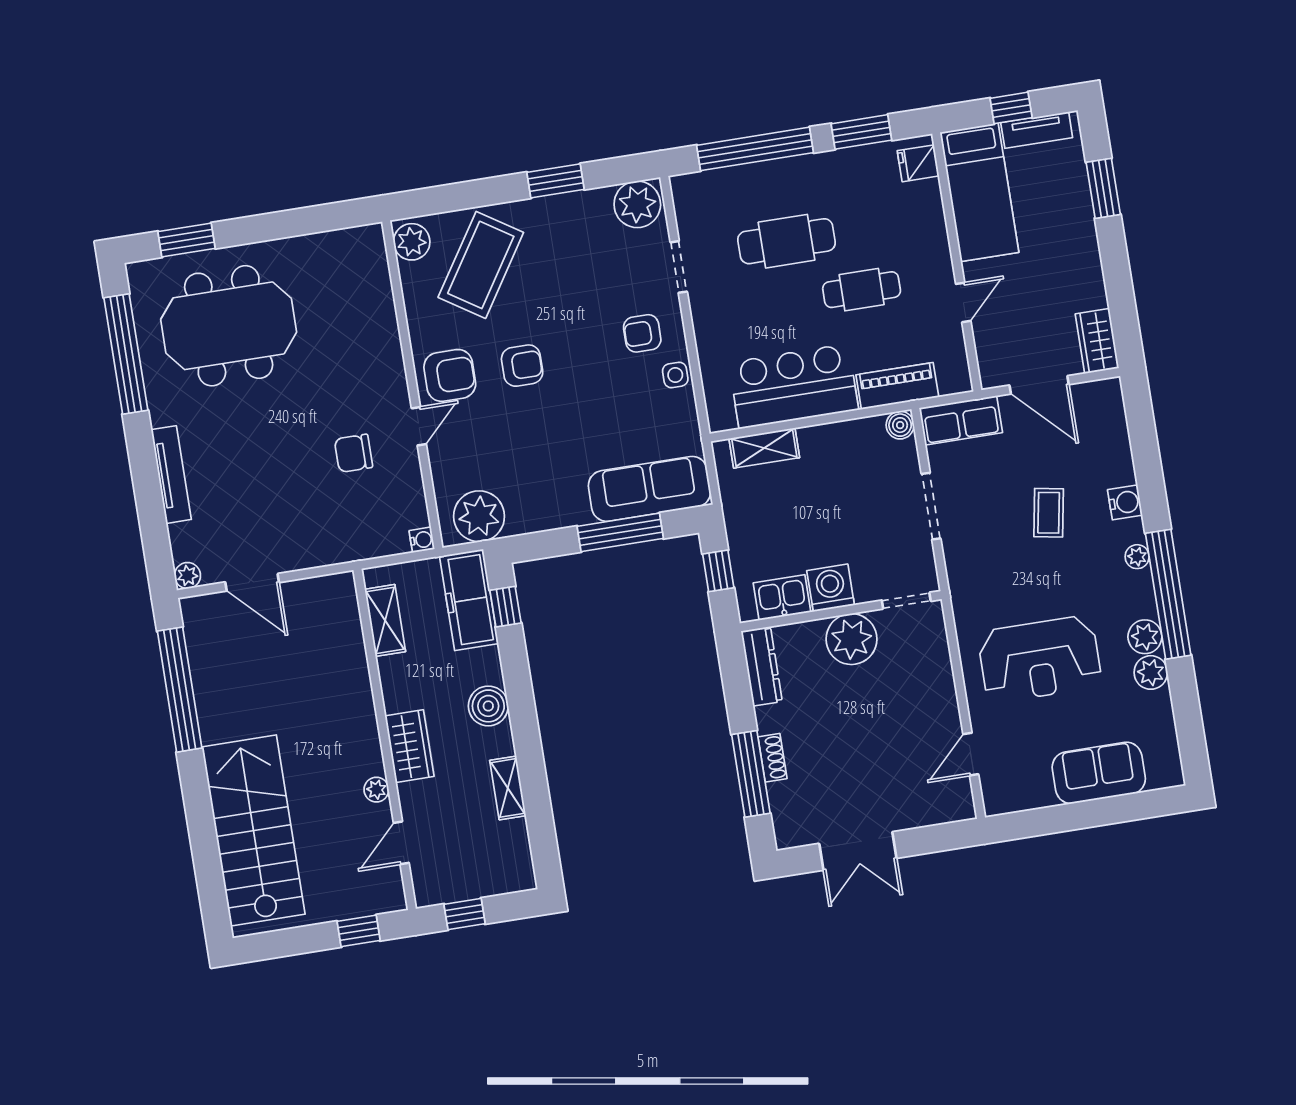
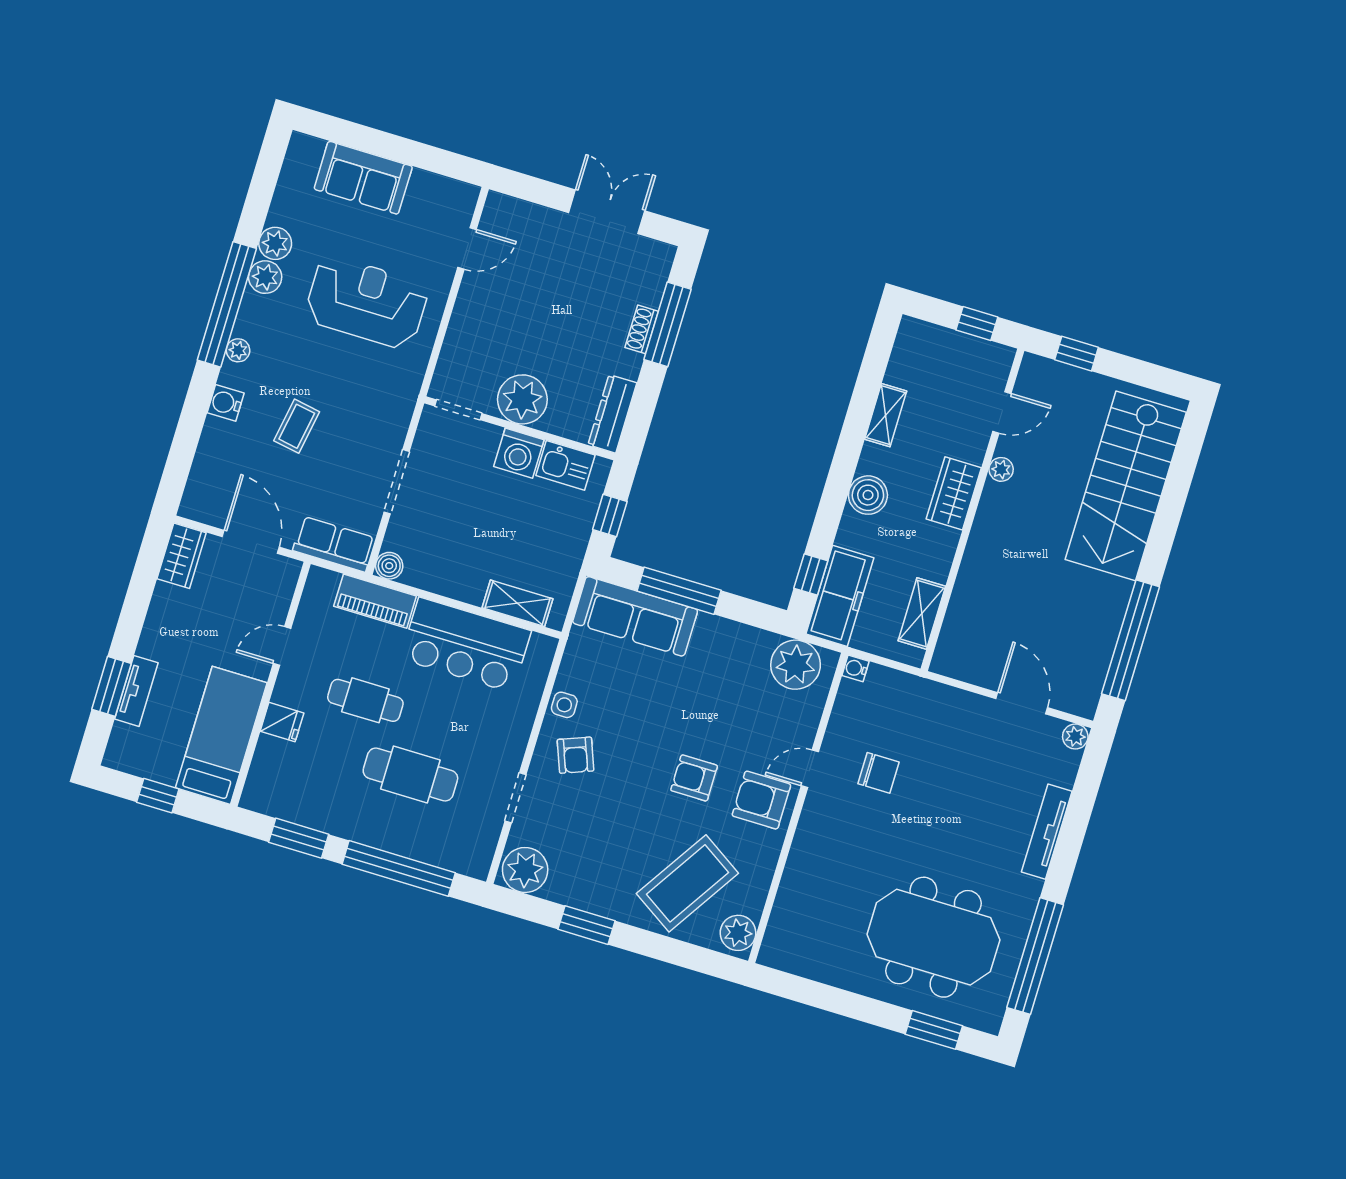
tv unit: (1037, 130) -> (136, 691), moved, turned 90
fridge: (918, 163) -> (282, 722), moved
armchair: (642, 333) -> (575, 755), turned 69

